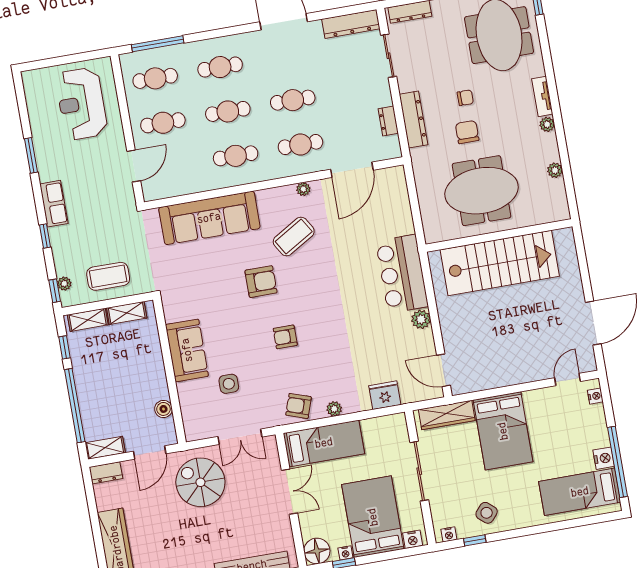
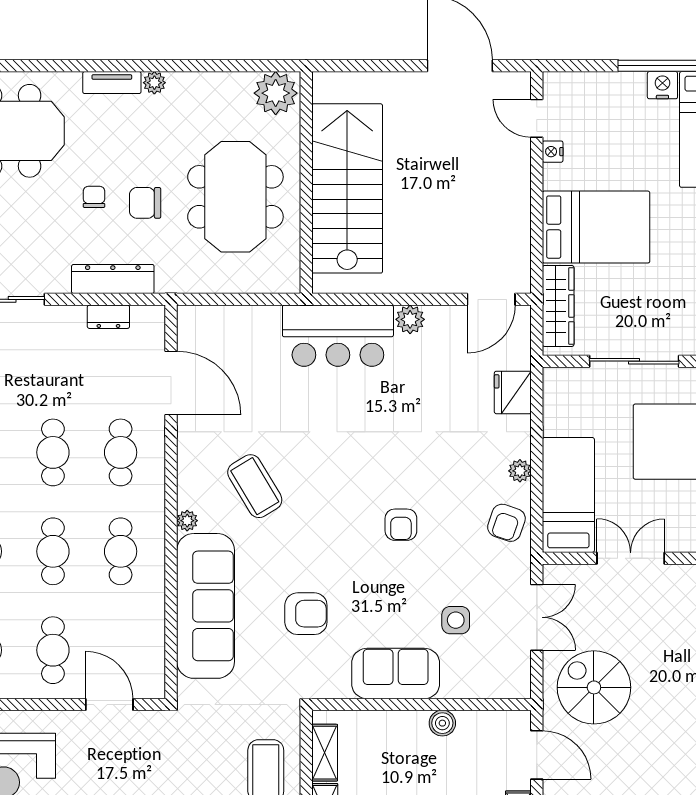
plant: (555, 170) -> (276, 93), moved, width x1.88, depth x1.88
plant: (303, 189) -> (187, 521), moved
armchair: (261, 282) -> (306, 614), moved, turned 90
nightstand: (595, 396) -> (553, 152), moved, turned -90
boiler: (163, 409) -> (442, 723), moved
spiral stairs: (200, 482) -> (594, 687), turned 90

